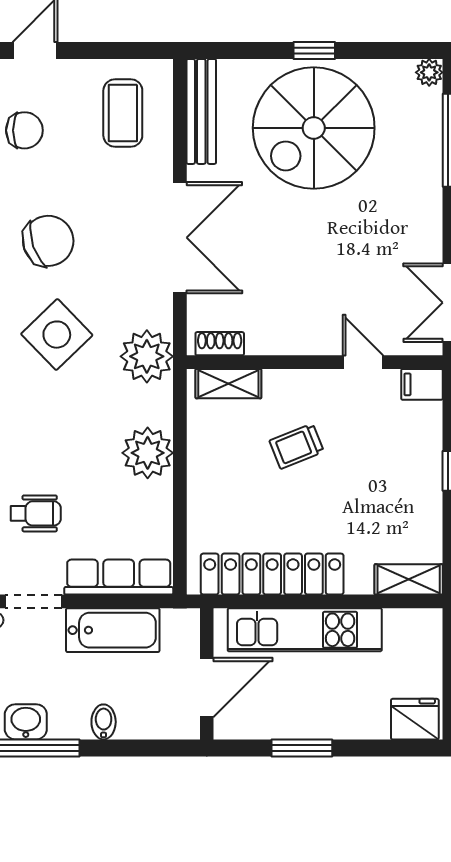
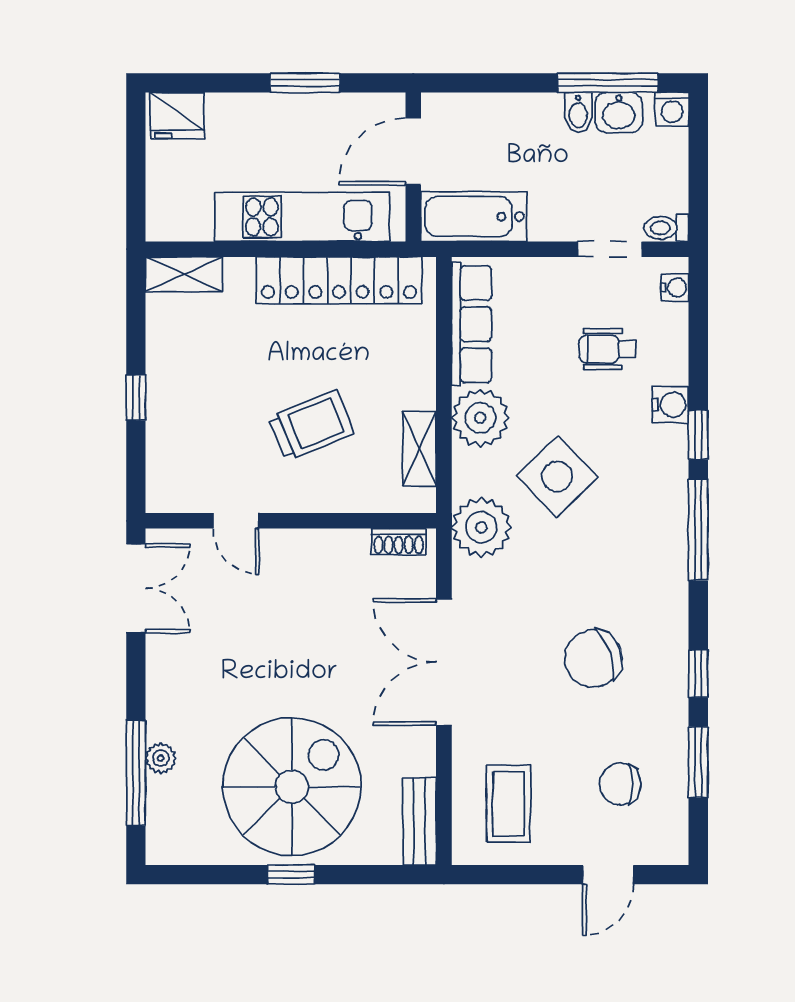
plant: (429, 72) -> (161, 758), moved
bench: (201, 111) -> (420, 821), width x0.73
side table: (57, 335) -> (557, 476), moved
shelving: (228, 384) -> (419, 449), moved, turned 90
filing cabinet: (422, 384) -> (169, 496), removed
trolley: (297, 446) -> (311, 425), width x1.36, depth x1.39
row of seats: (119, 577) -> (471, 324), moved, turned -90
bathtub: (113, 630) -> (474, 217), moved
bidet: (104, 722) -> (578, 112), moved

